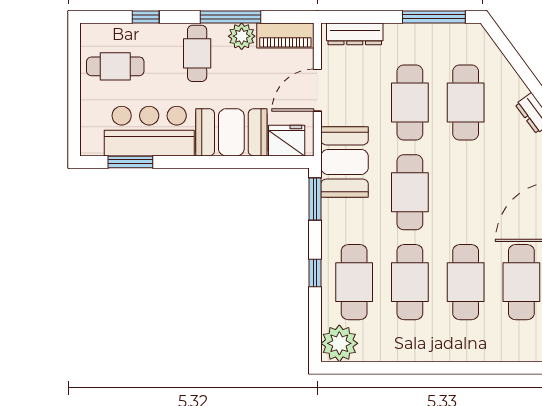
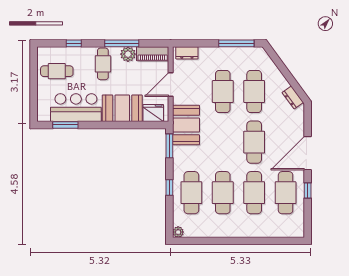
dresser: (355, 34) -> (187, 53), width x0.70
cafe table: (410, 192) -> (254, 142), moved
plant: (339, 343) -> (178, 232), width x0.53, depth x0.53

